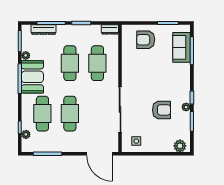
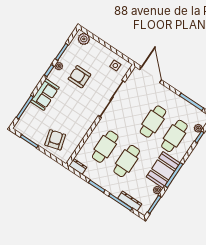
armchair: (146, 40) -> (55, 140), turned -106
sofa: (182, 47) -> (45, 95), moved

